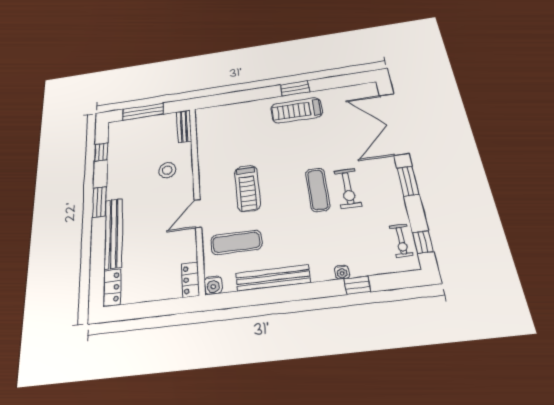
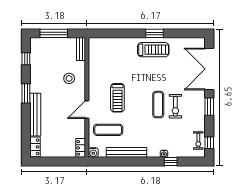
treadmill: (297, 110) -> (153, 50), turned 180

